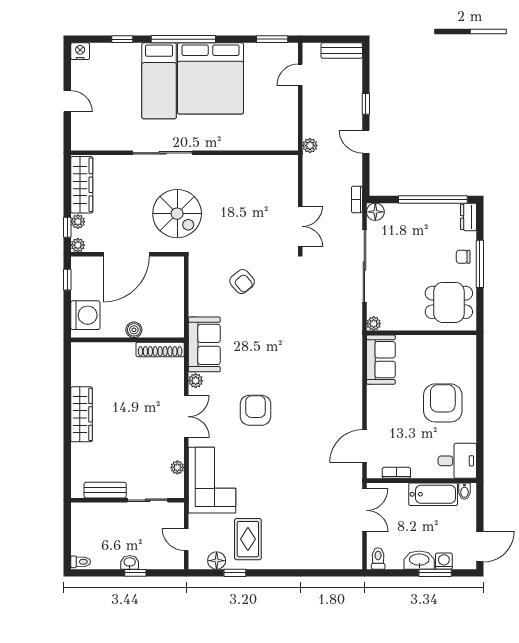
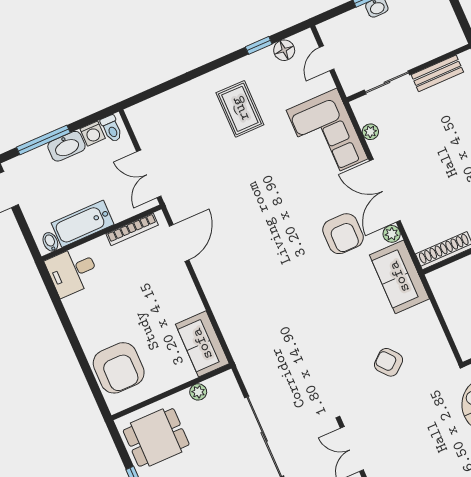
plant: (374, 324) -> (198, 392), moved
armchair: (443, 403) -> (119, 368), moved
armchair: (256, 410) -> (343, 234), moved
double door: (186, 417) -> (385, 191), width x1.37
bookcase: (396, 473) -> (132, 229), width x1.56
rug: (248, 539) -> (240, 109), moved
door: (186, 540) -> (327, 58), swing flipped
washing machine: (444, 561) -> (93, 134), moved
window: (435, 573) -> (43, 140), width x1.44

